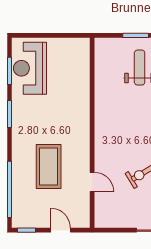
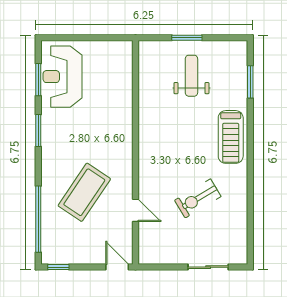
coffee table: (49, 167) -> (84, 192), turned 34
door: (61, 230) -> (117, 267), moved

